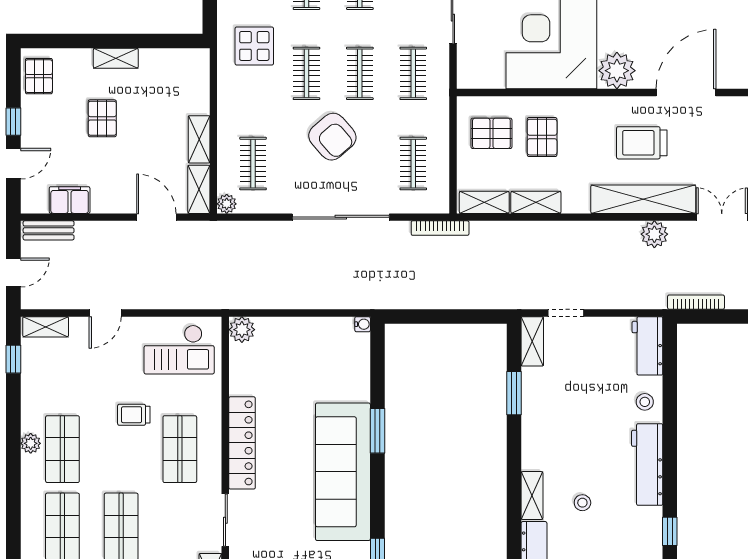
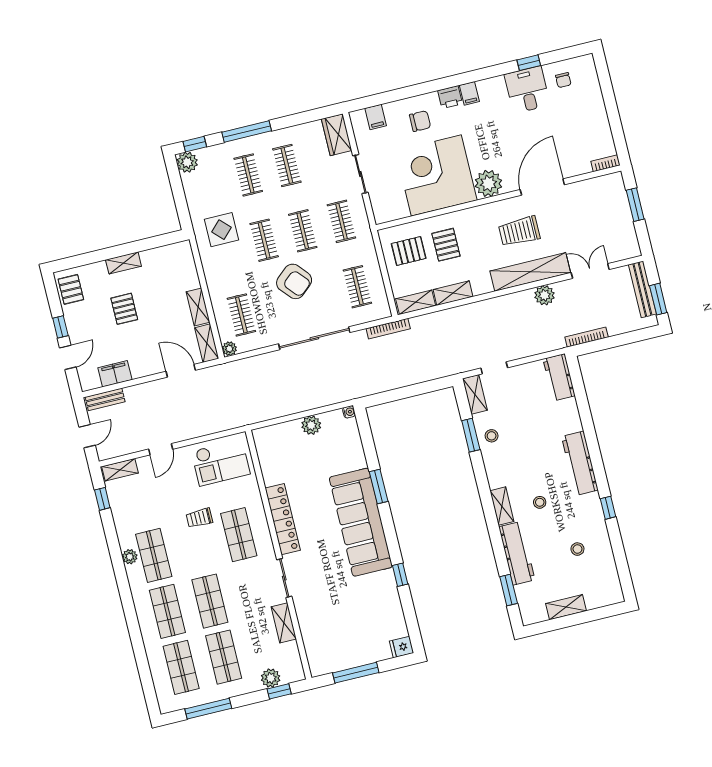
plant: (242, 330) -> (311, 425), moved
stool: (645, 402) -> (492, 436), moved

